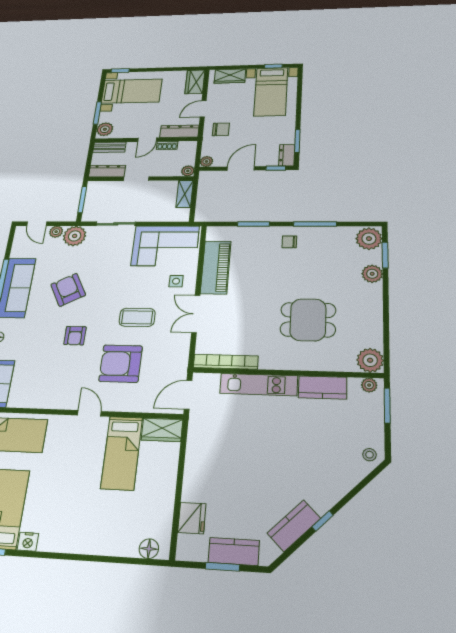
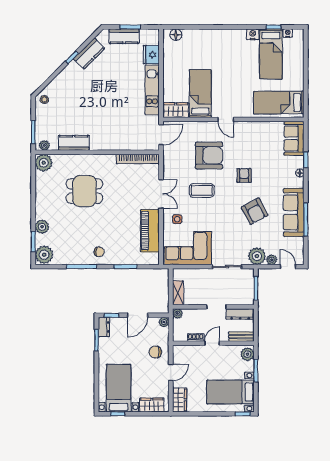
dresser: (179, 131) -> (187, 351), removed
kitchen unit: (259, 385) -> (152, 90), moved, turned -90

